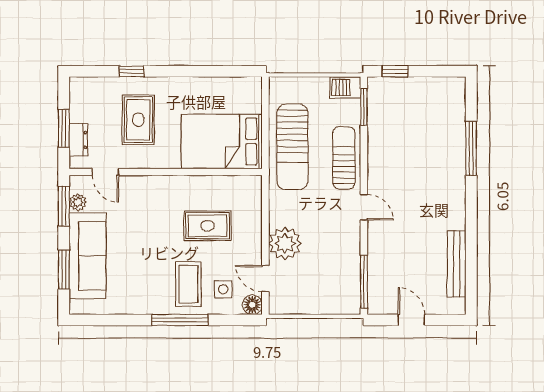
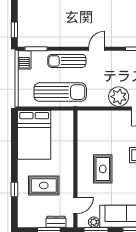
bed: (222, 142) -> (34, 135), moved
rug: (208, 226) -> (103, 169), moved

